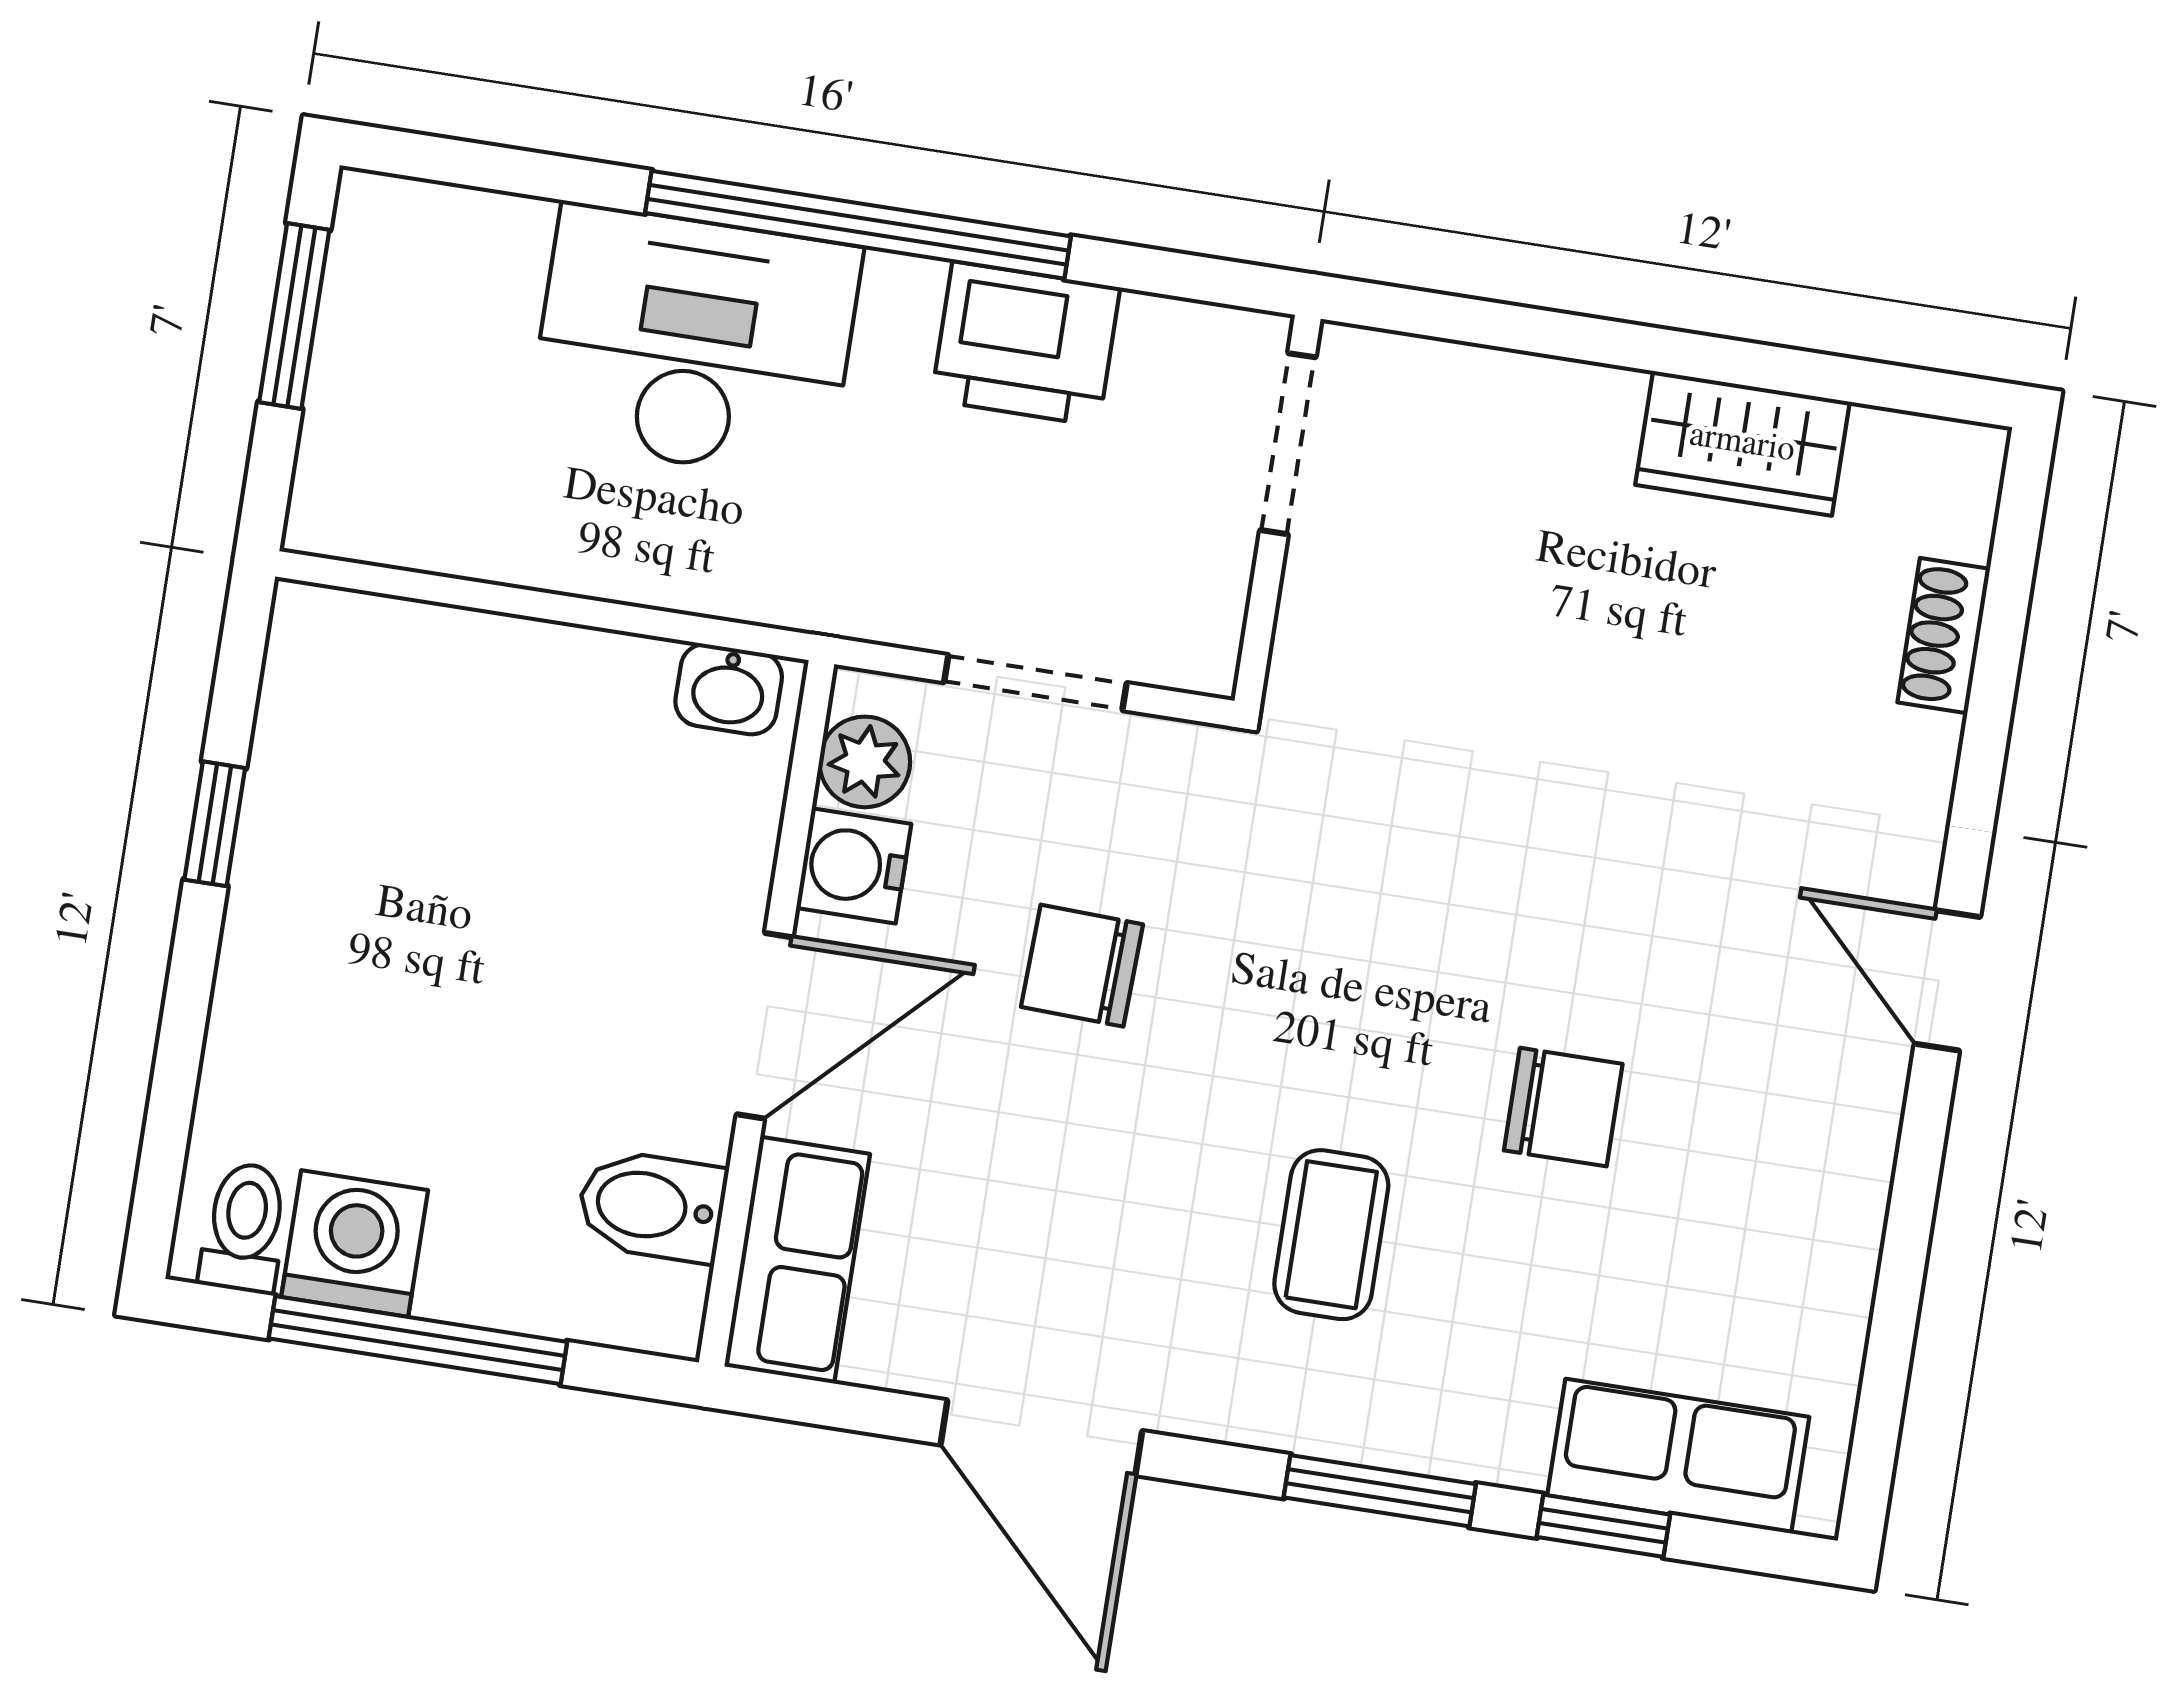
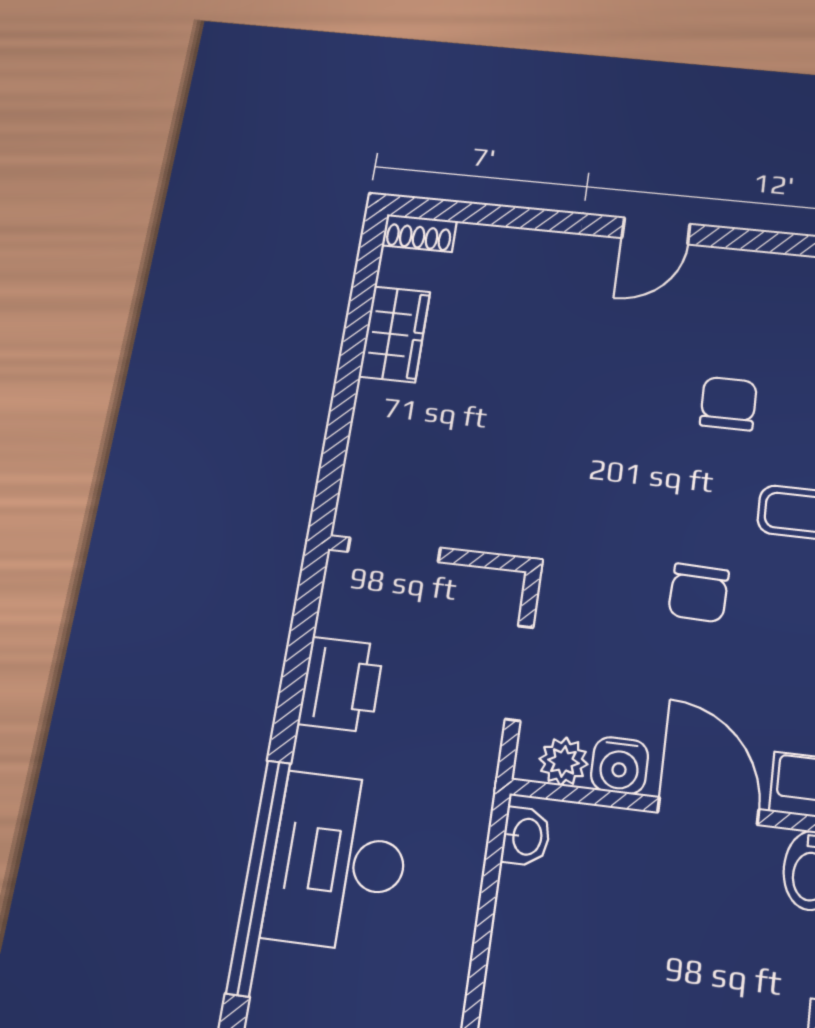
window: (858, 225) -> (259, 876), moved
shoe rack: (1944, 636) -> (419, 233), moved
chair: (1082, 966) -> (699, 593), moved

